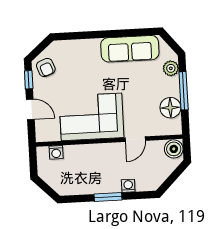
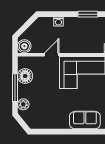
sofa: (130, 49) -> (85, 120), moved, width x0.73
window: (108, 197) -> (88, 14), moved

